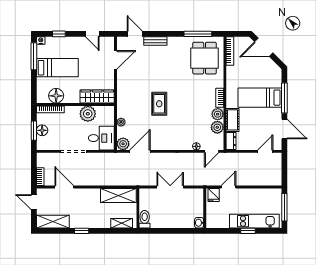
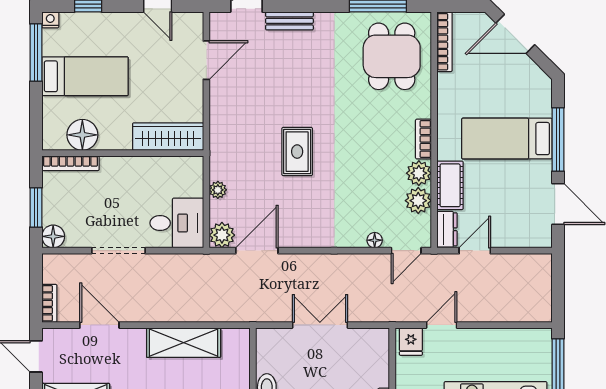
plant: (88, 114) -> (148, 172), removed
floor lamp: (42, 130) -> (53, 236), moved
door: (265, 151) -> (475, 251), moved
shelving: (118, 195) -> (184, 343), moved

